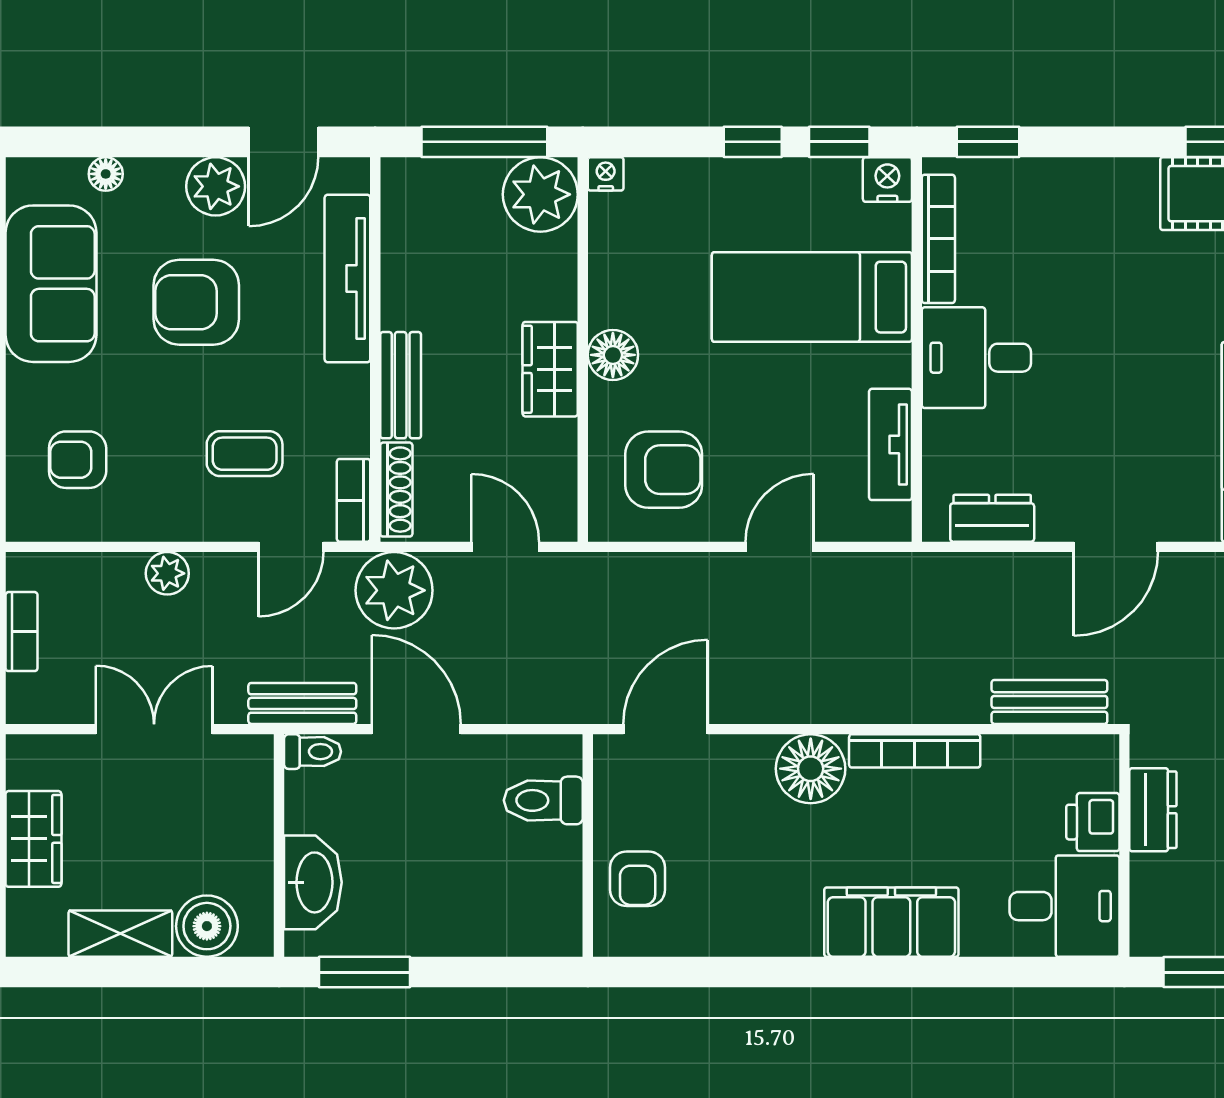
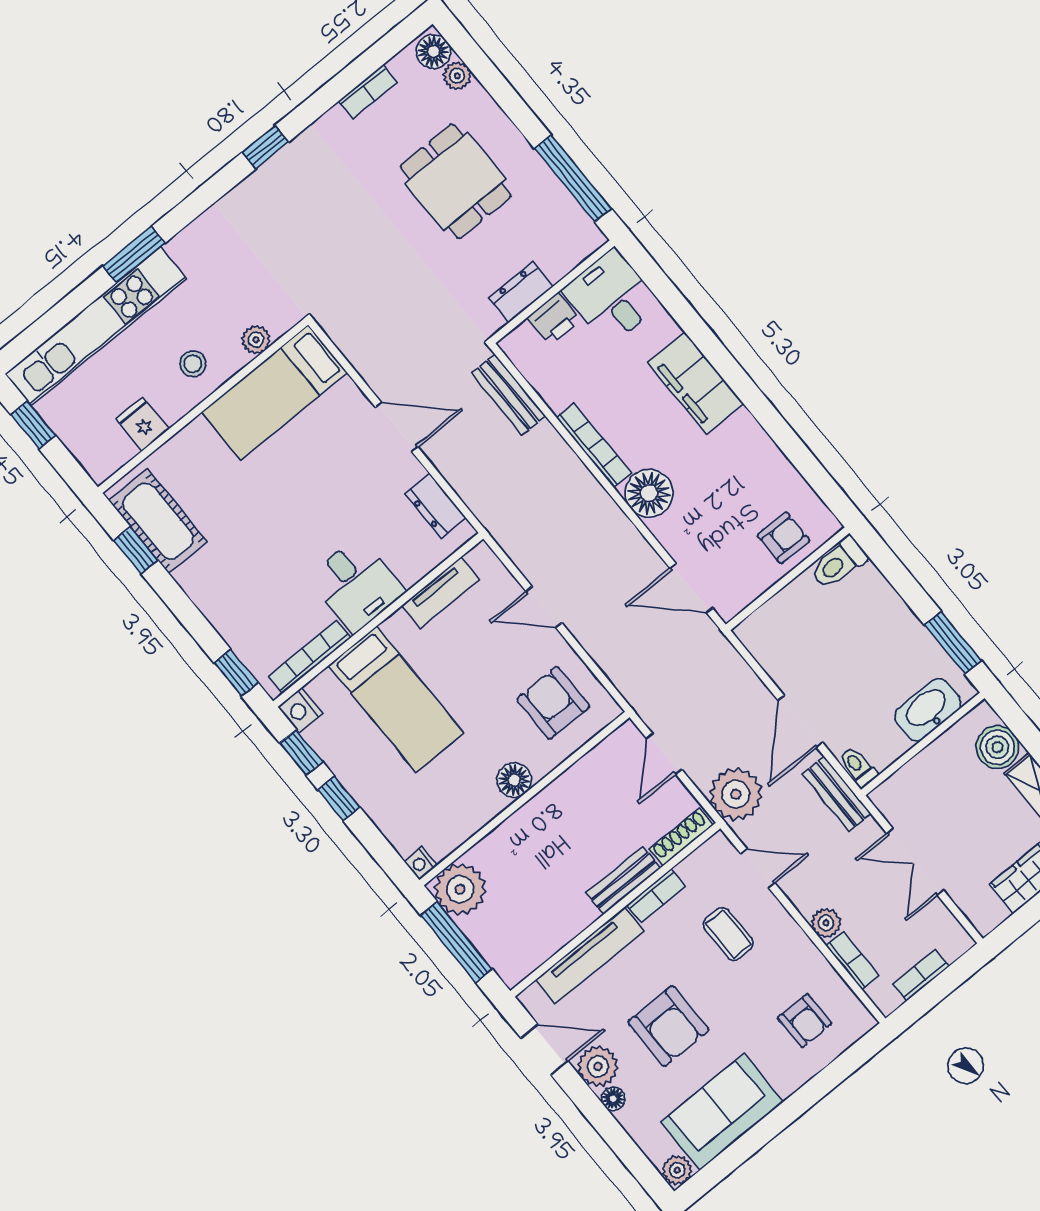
floor lamp: (106, 174) -> (613, 1099), moved
plant: (27, 180) -> (677, 1170), added
wardrobe: (550, 369) -> (549, 807), removed
bookcase: (354, 500) -> (656, 896), moved
bookcase: (101, 568) -> (852, 961), added
toilet: (543, 800) -> (839, 563), moved, turned 90

